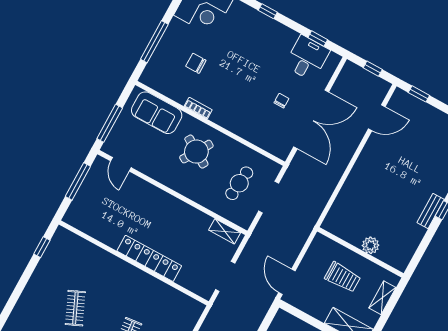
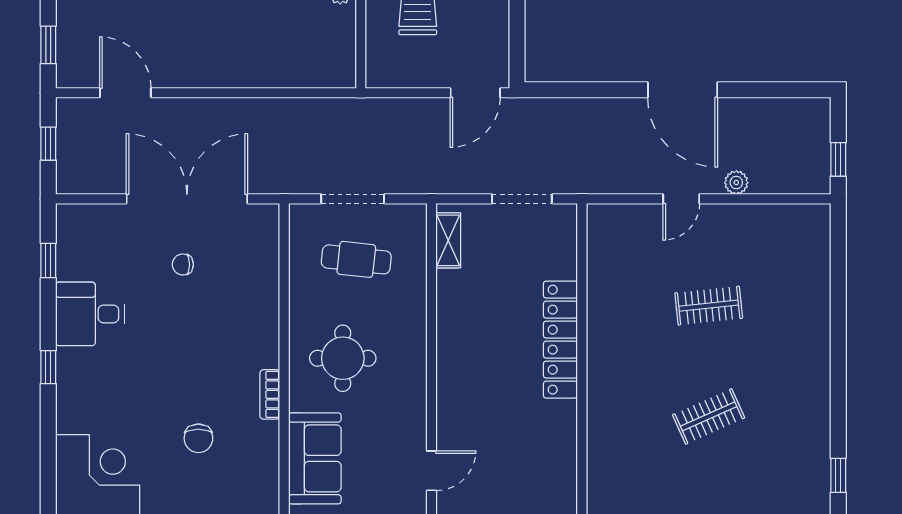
desk: (307, 58) -> (90, 314), moved
round table: (196, 152) -> (343, 358), turned -32

